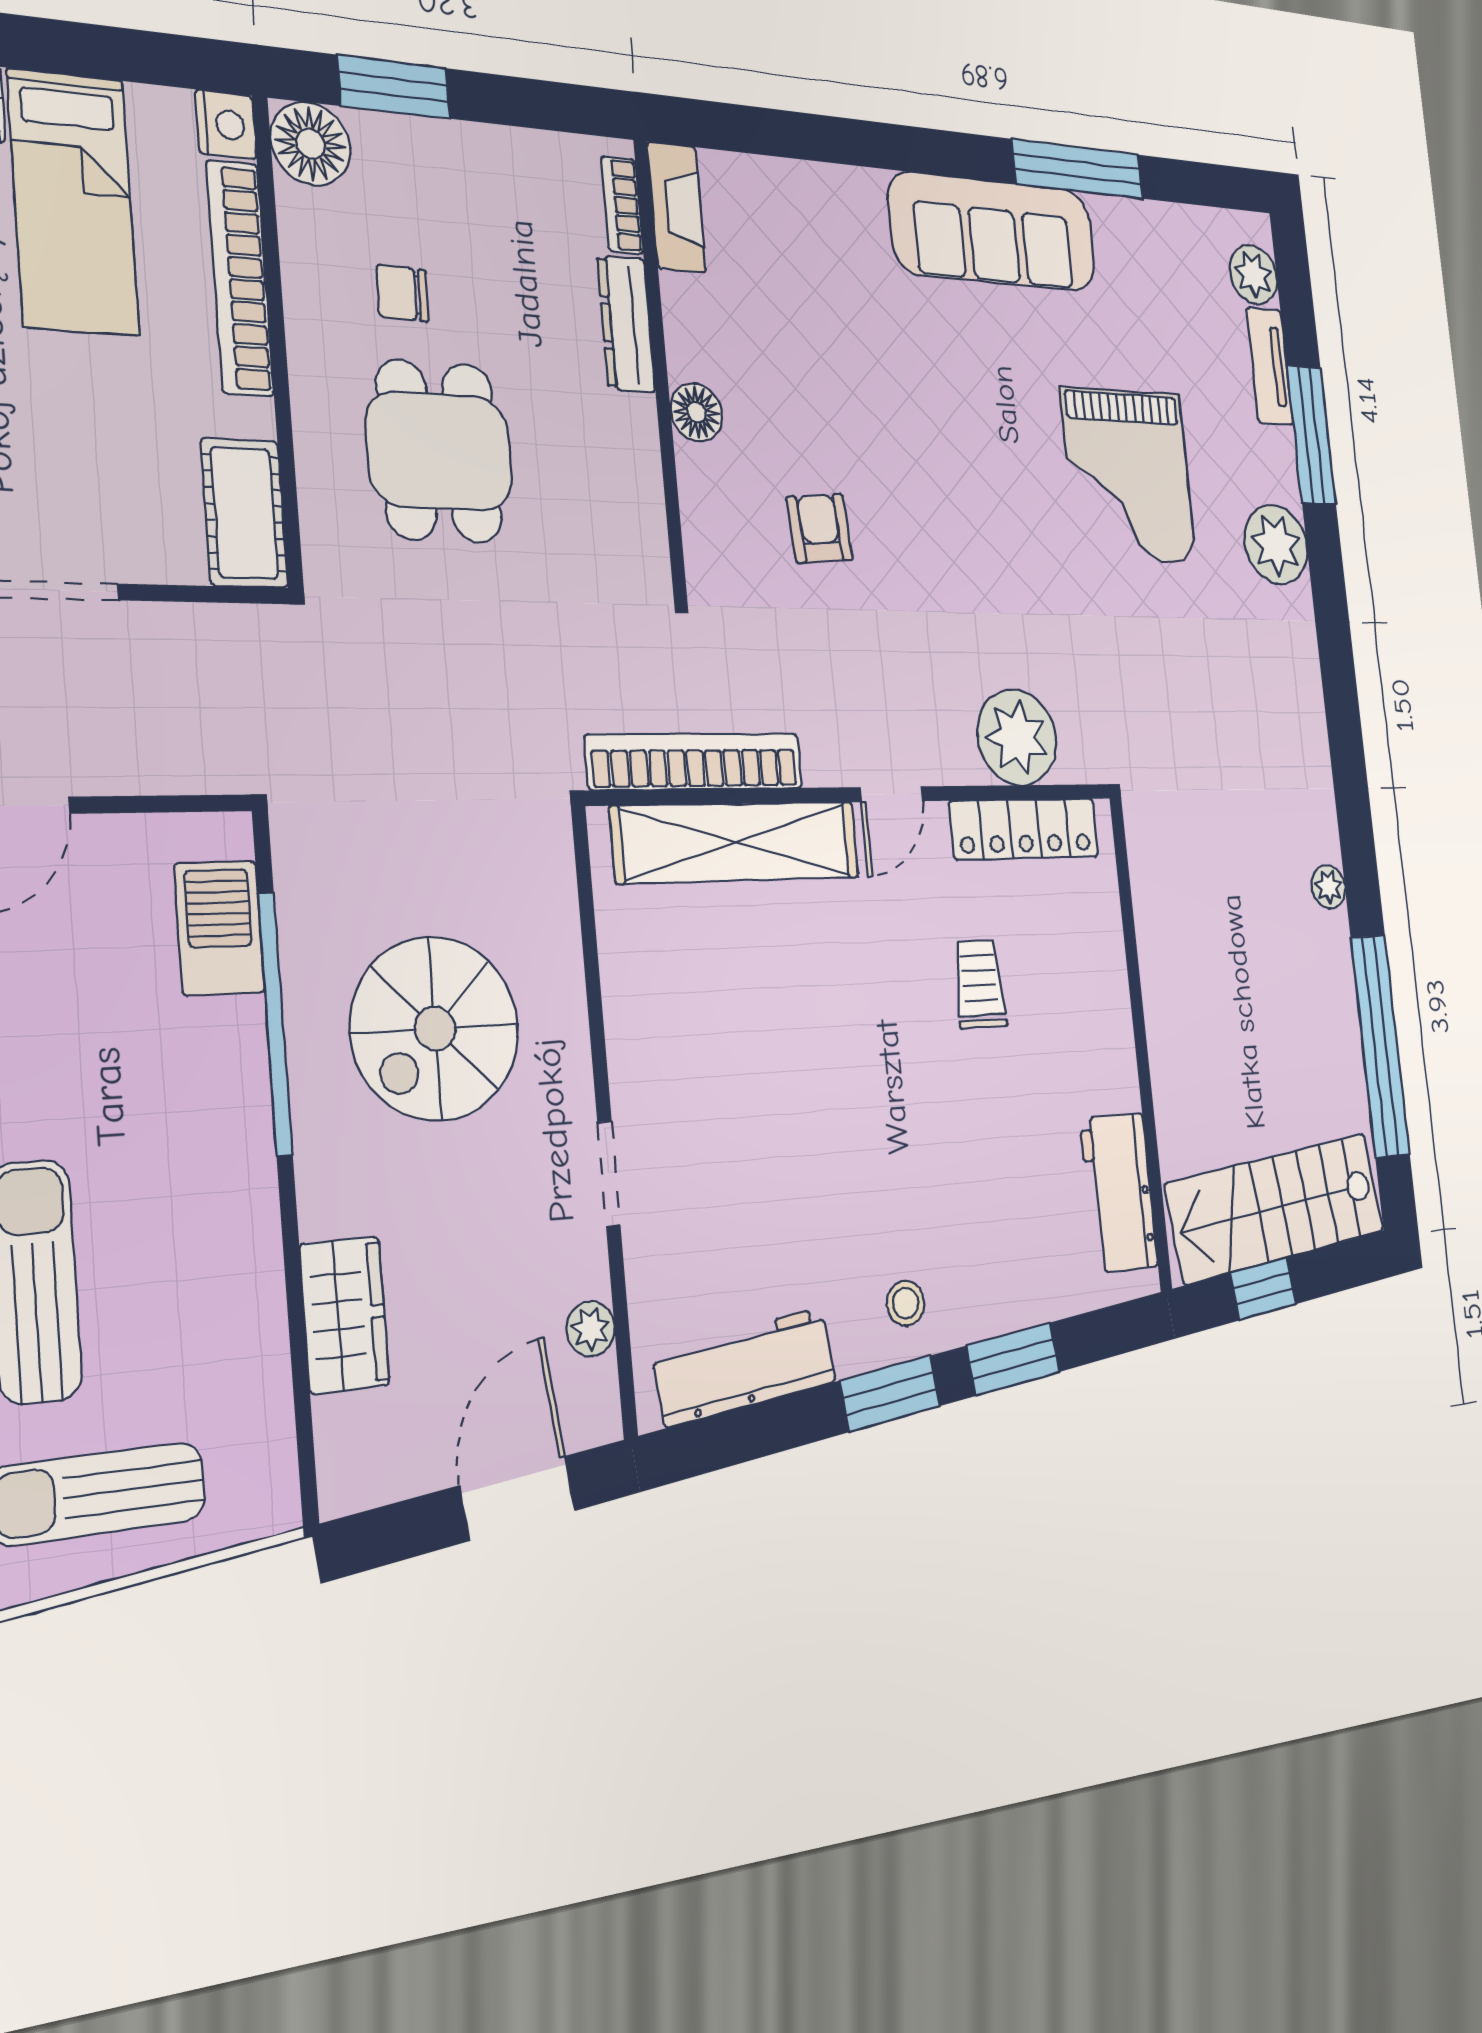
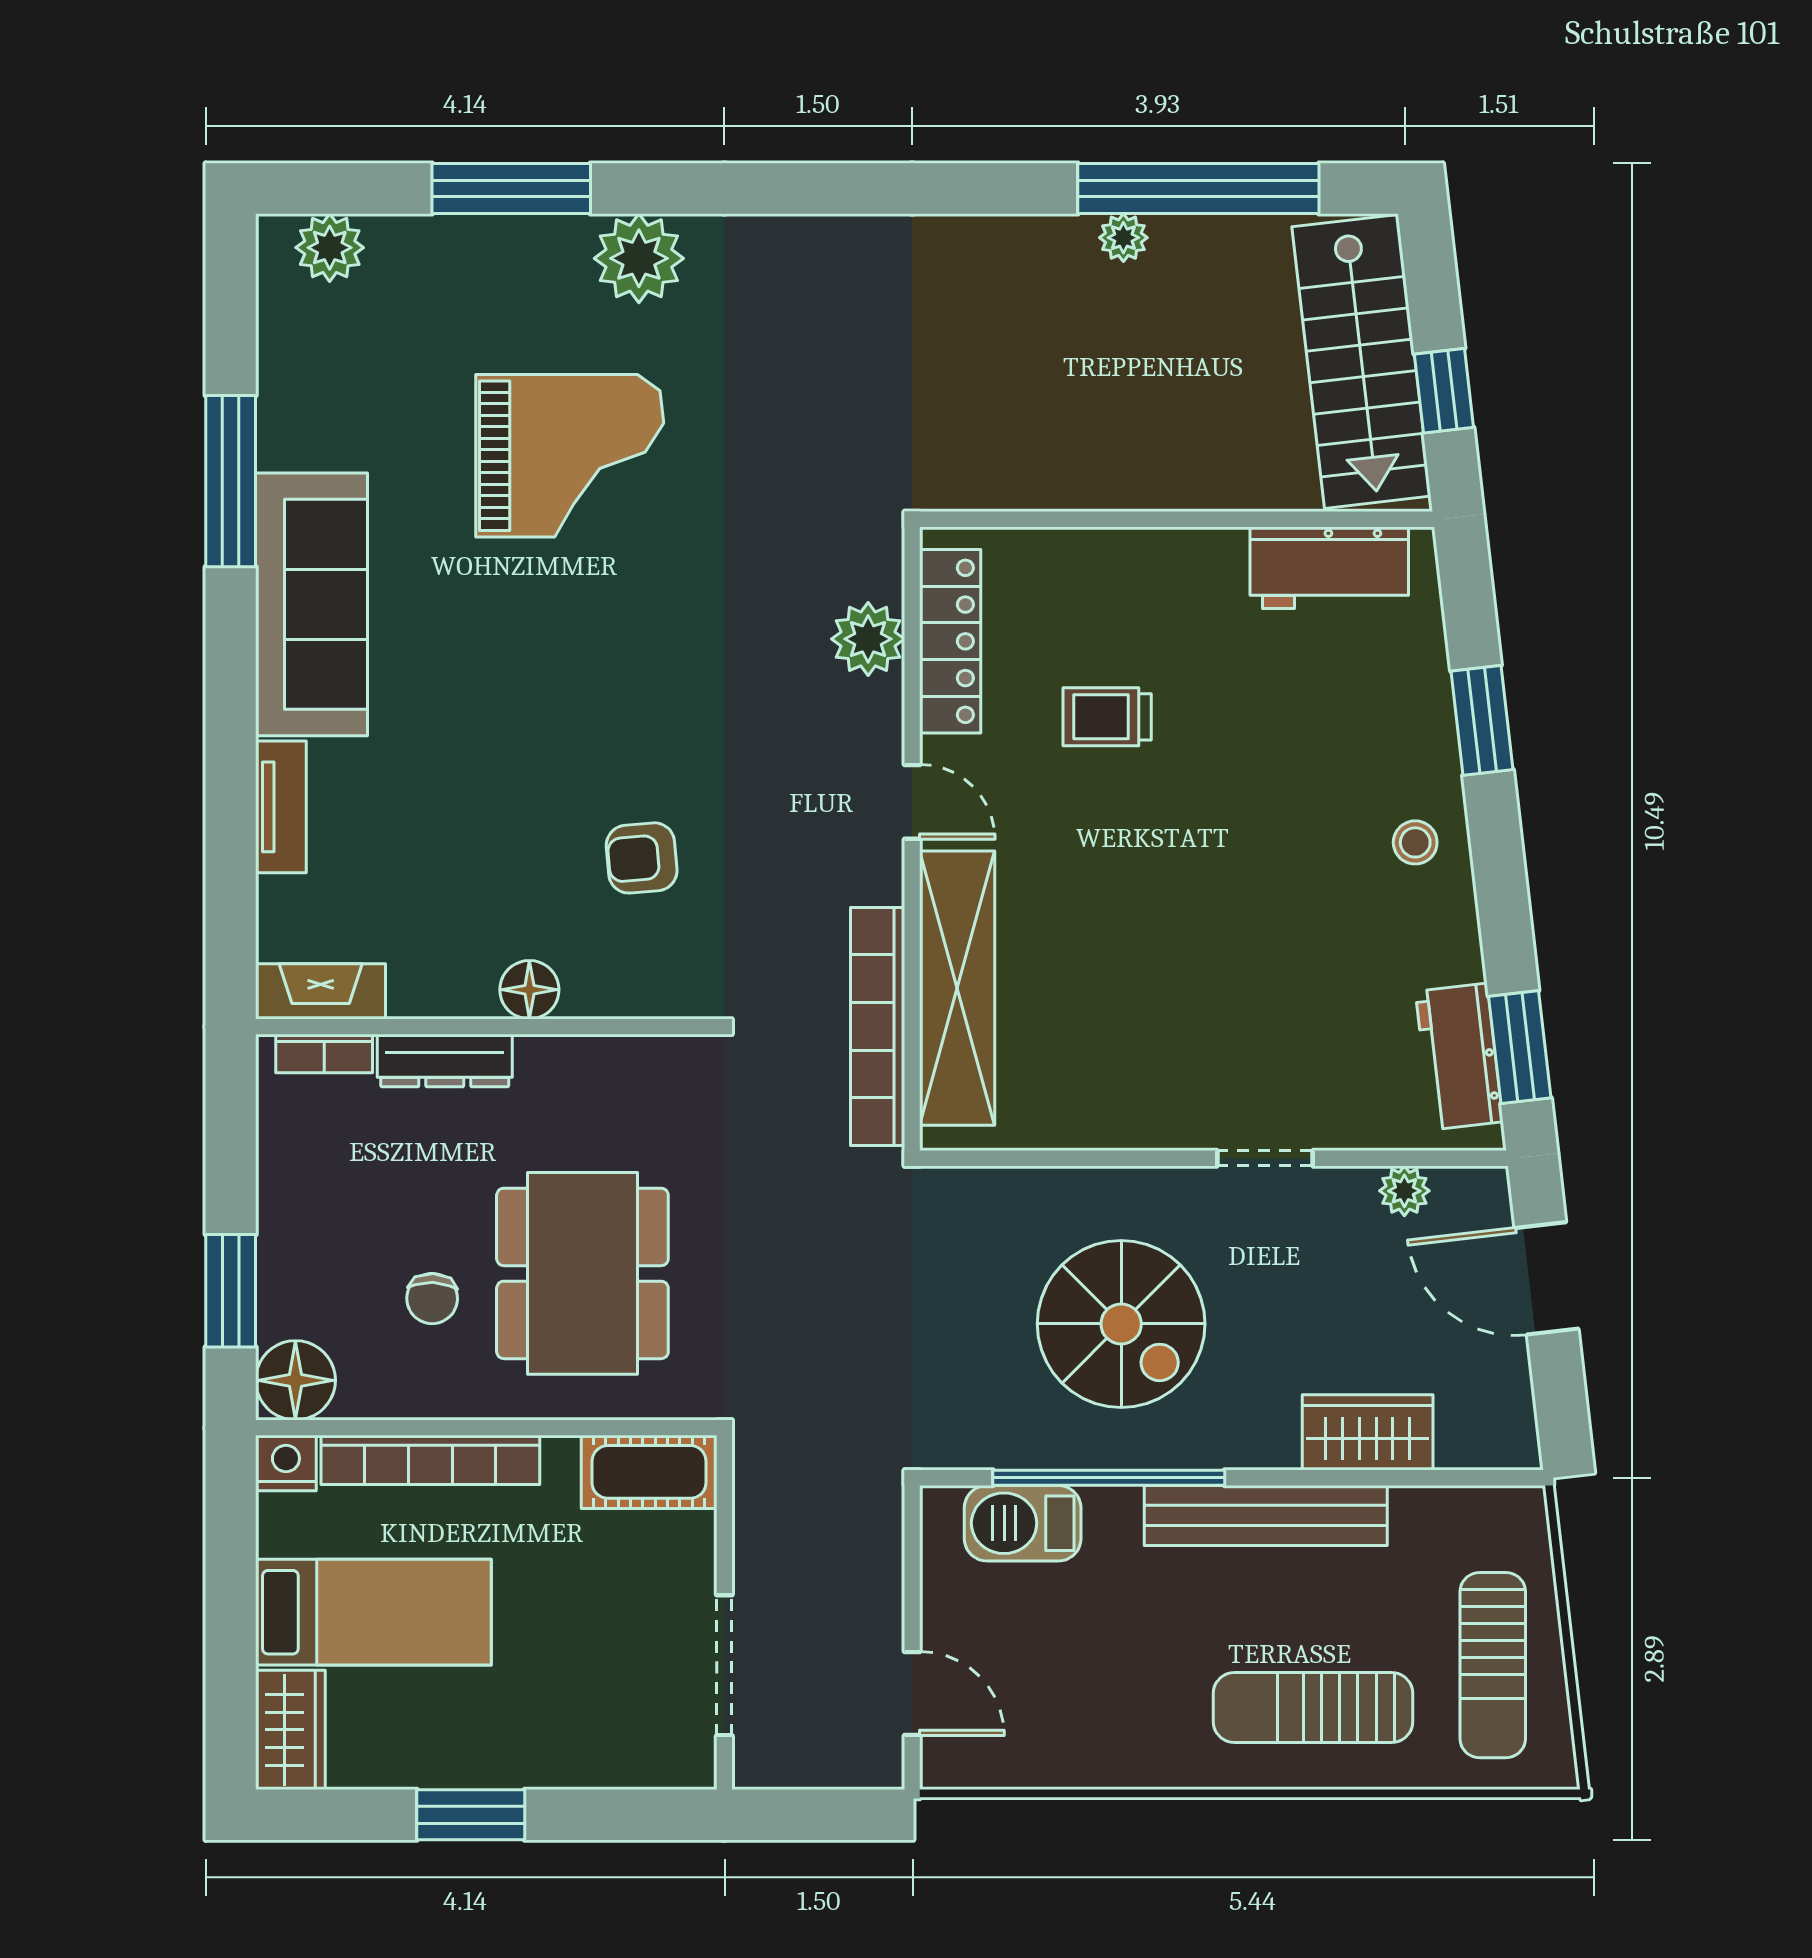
tv unit: (1270, 366) -> (281, 807), moved, turned -90
dining table: (439, 451) -> (582, 1273), width x1.38
plant: (1017, 737) -> (868, 639), width x0.73, depth x0.73
plant: (1328, 887) -> (1123, 238), moved
bench: (247, 1206) -> (1266, 1515), added
workbench: (745, 1367) -> (1459, 1057), width x0.73
window: (890, 1394) -> (1520, 1047), moved

